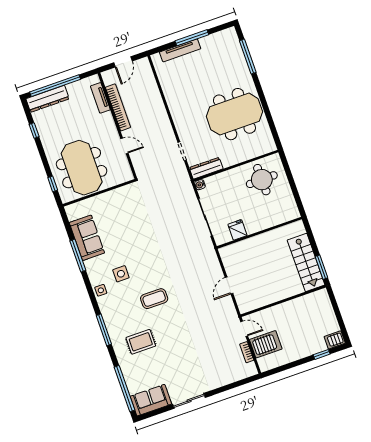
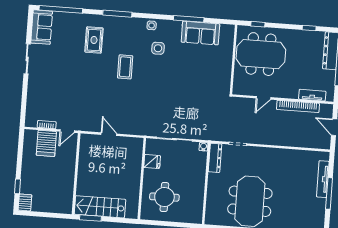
round table: (262, 180) -> (164, 197), moved

